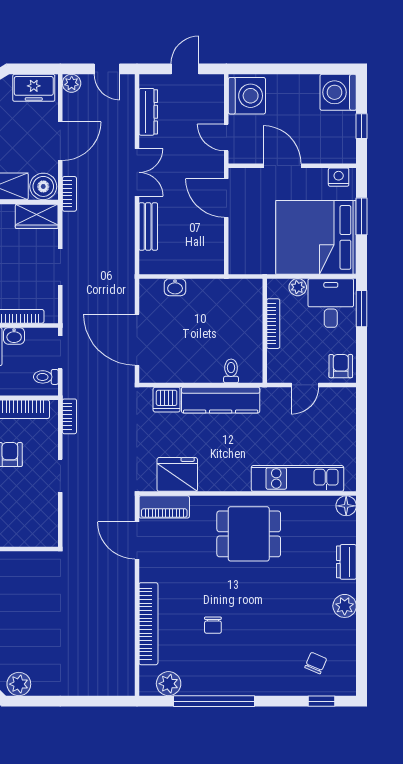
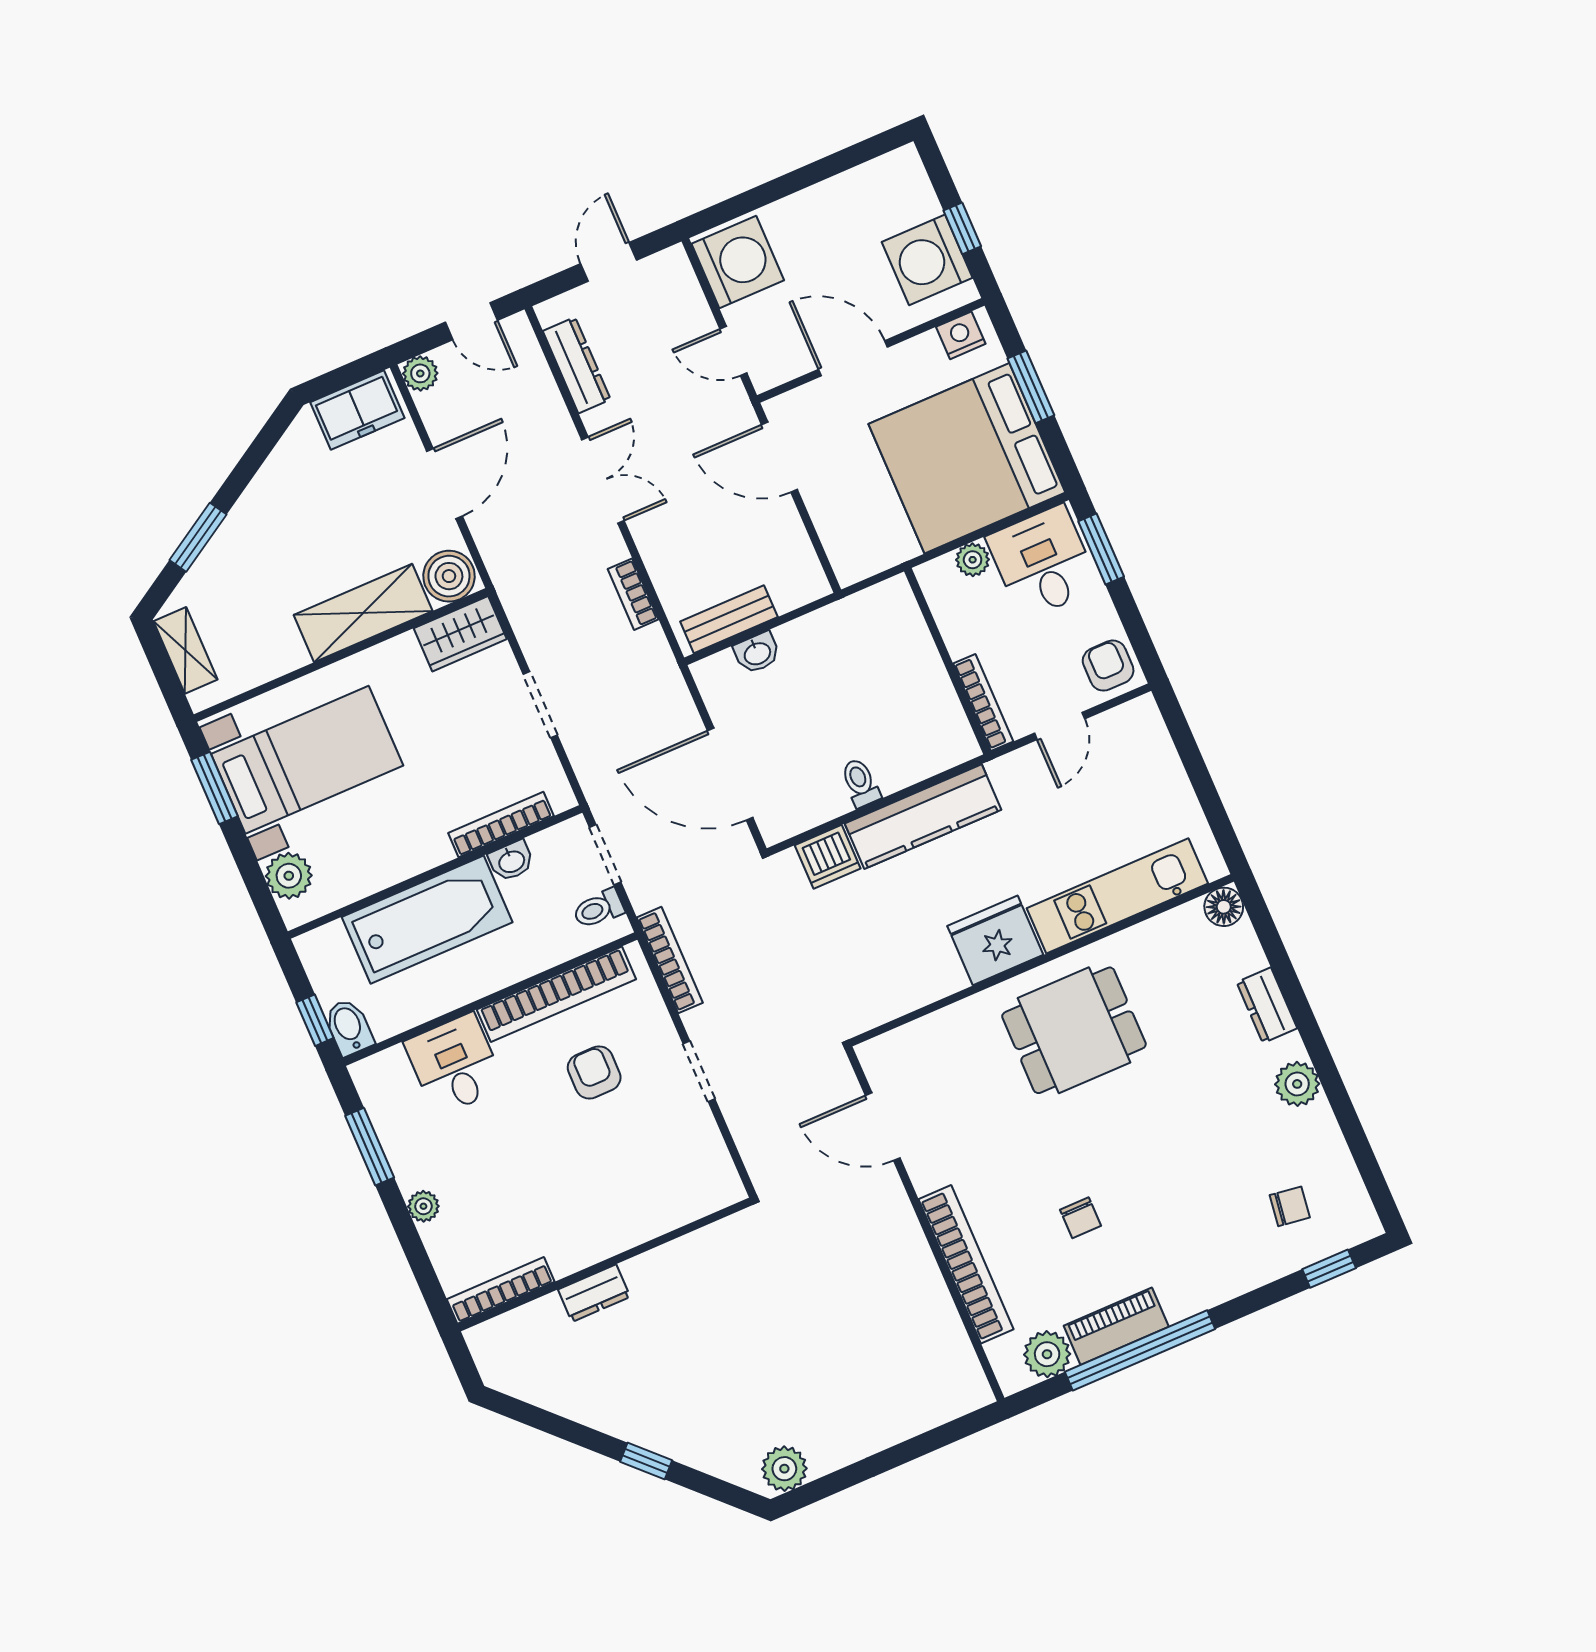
washing machine: (338, 92) -> (927, 260), moved
bookcase: (69, 194) -> (633, 594), moved, turned 180
bench: (148, 226) -> (729, 619), moved, turned 90
bookcase: (273, 324) -> (983, 703), moved
toilet: (231, 371) -> (860, 783), moved
bookcase: (69, 416) -> (670, 960), width x1.56
fridge: (177, 474) -> (995, 940), moved
piano: (164, 507) -> (1116, 1326), moved, turned 180
chair: (316, 663) -> (1290, 1206), turned 75

